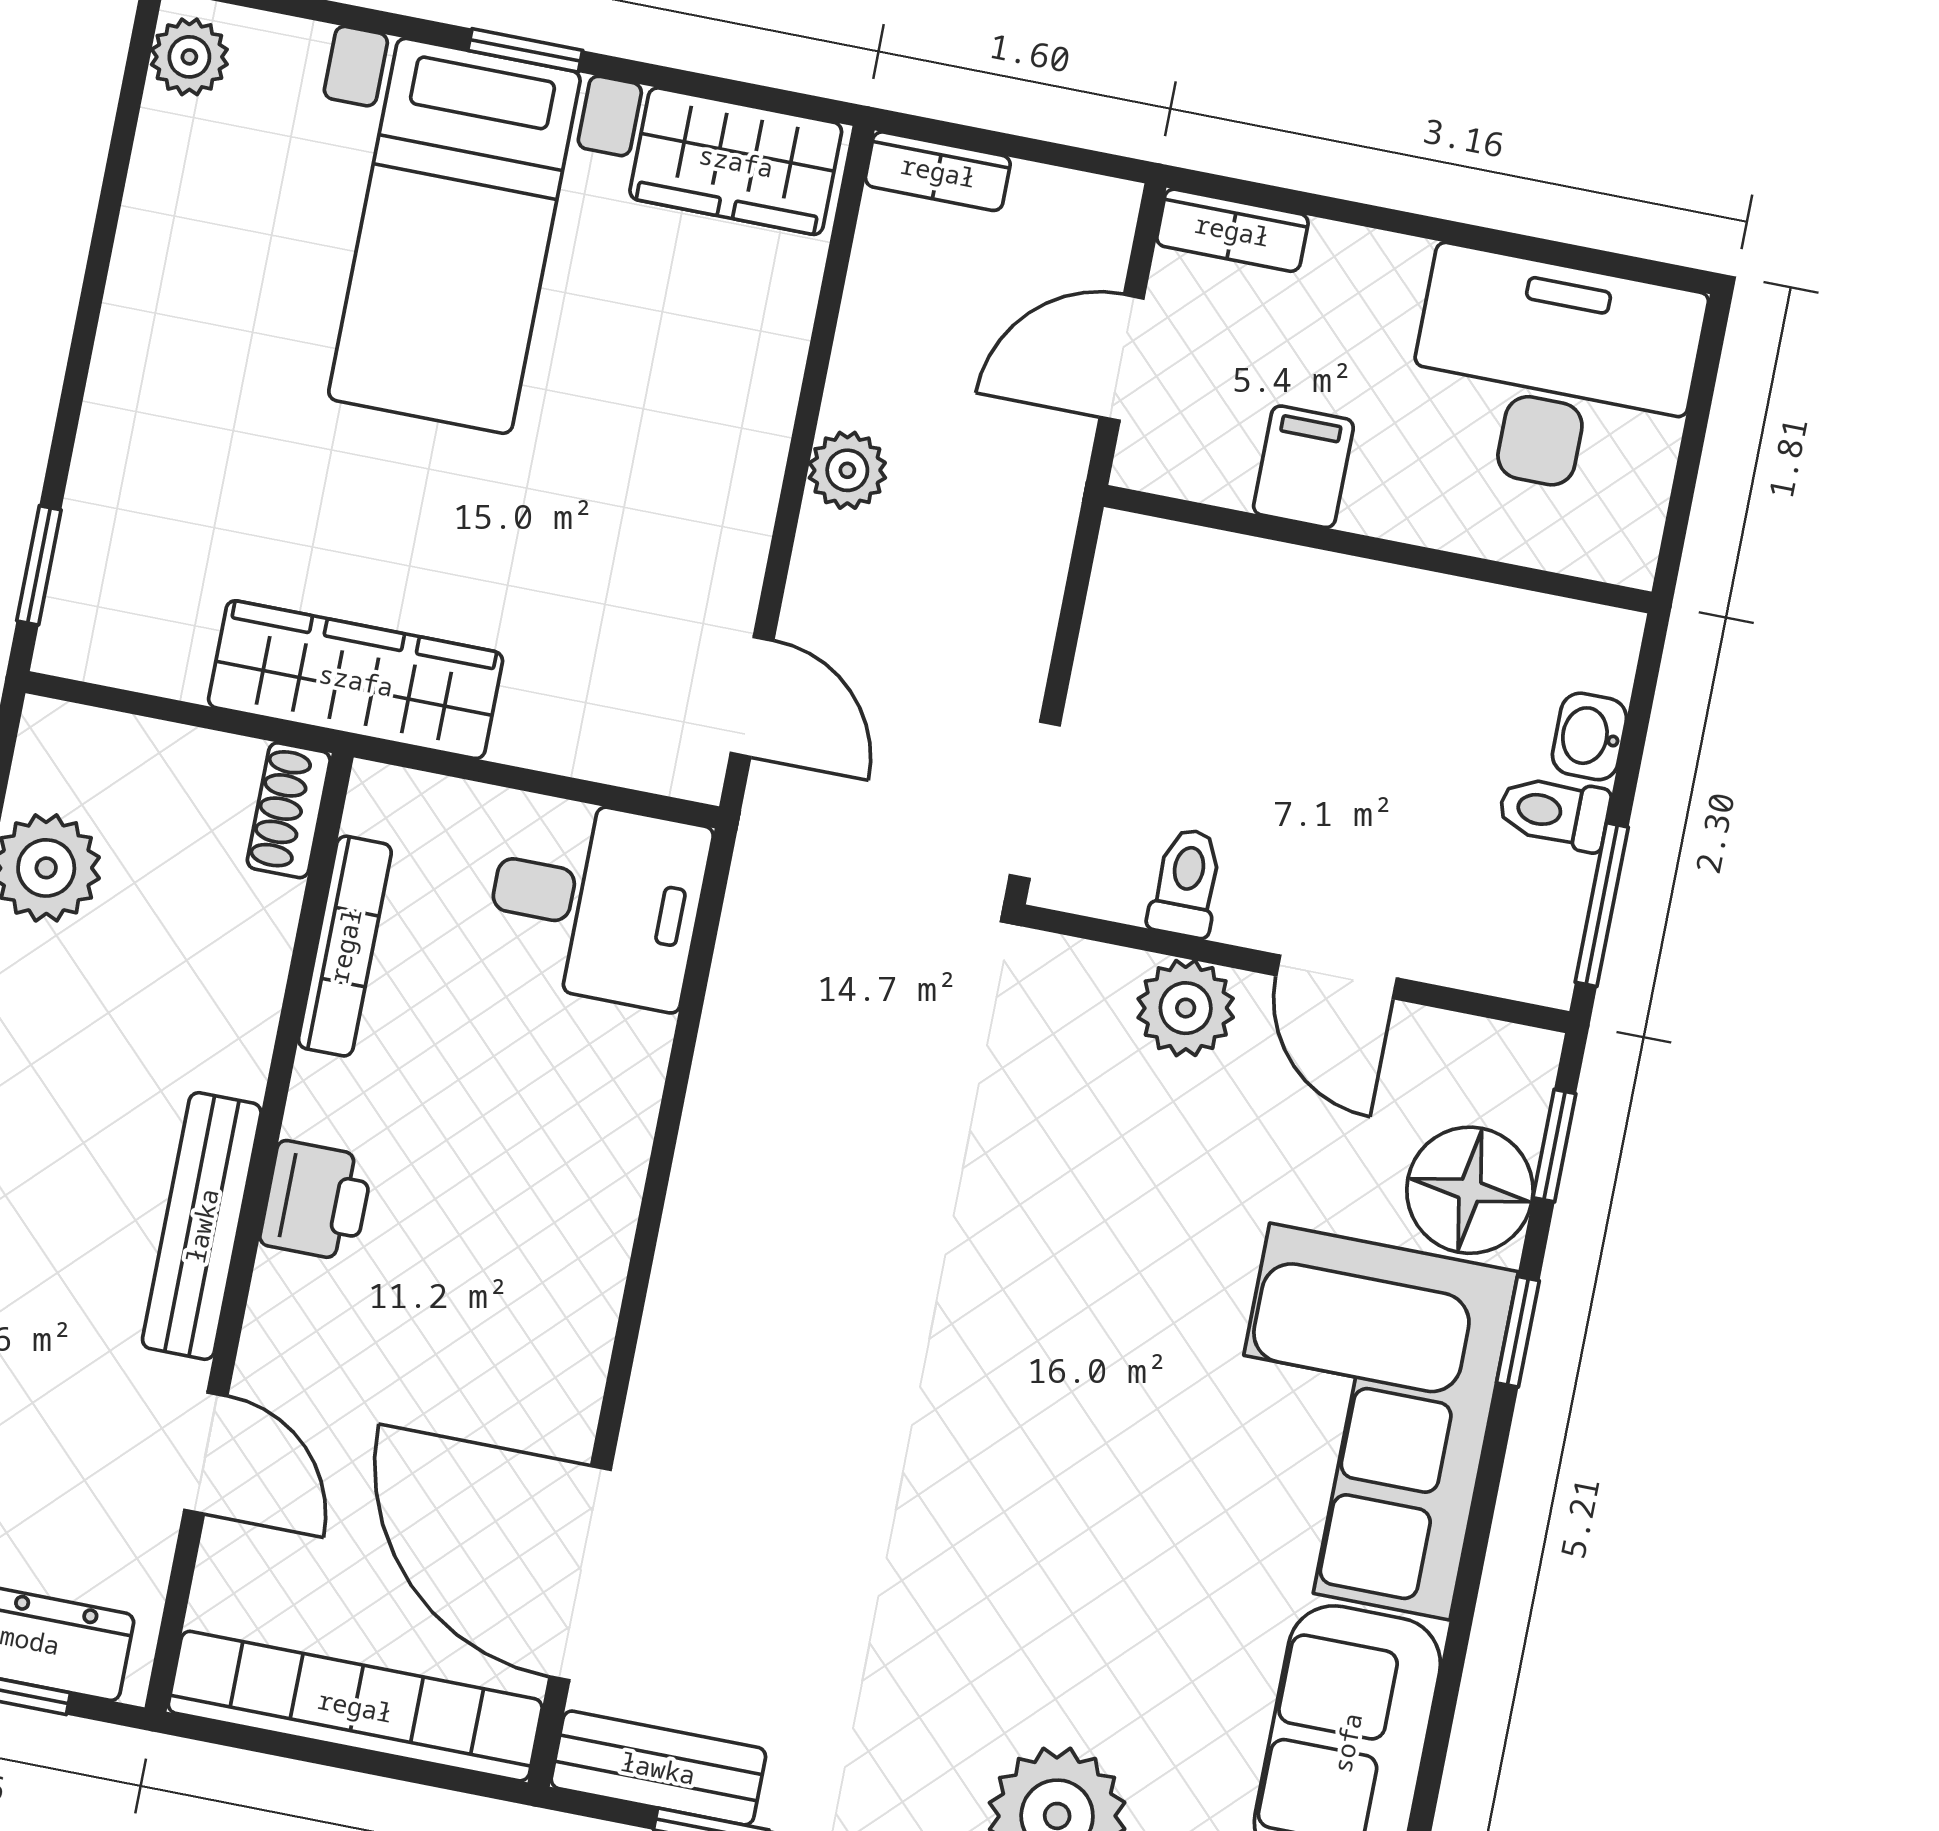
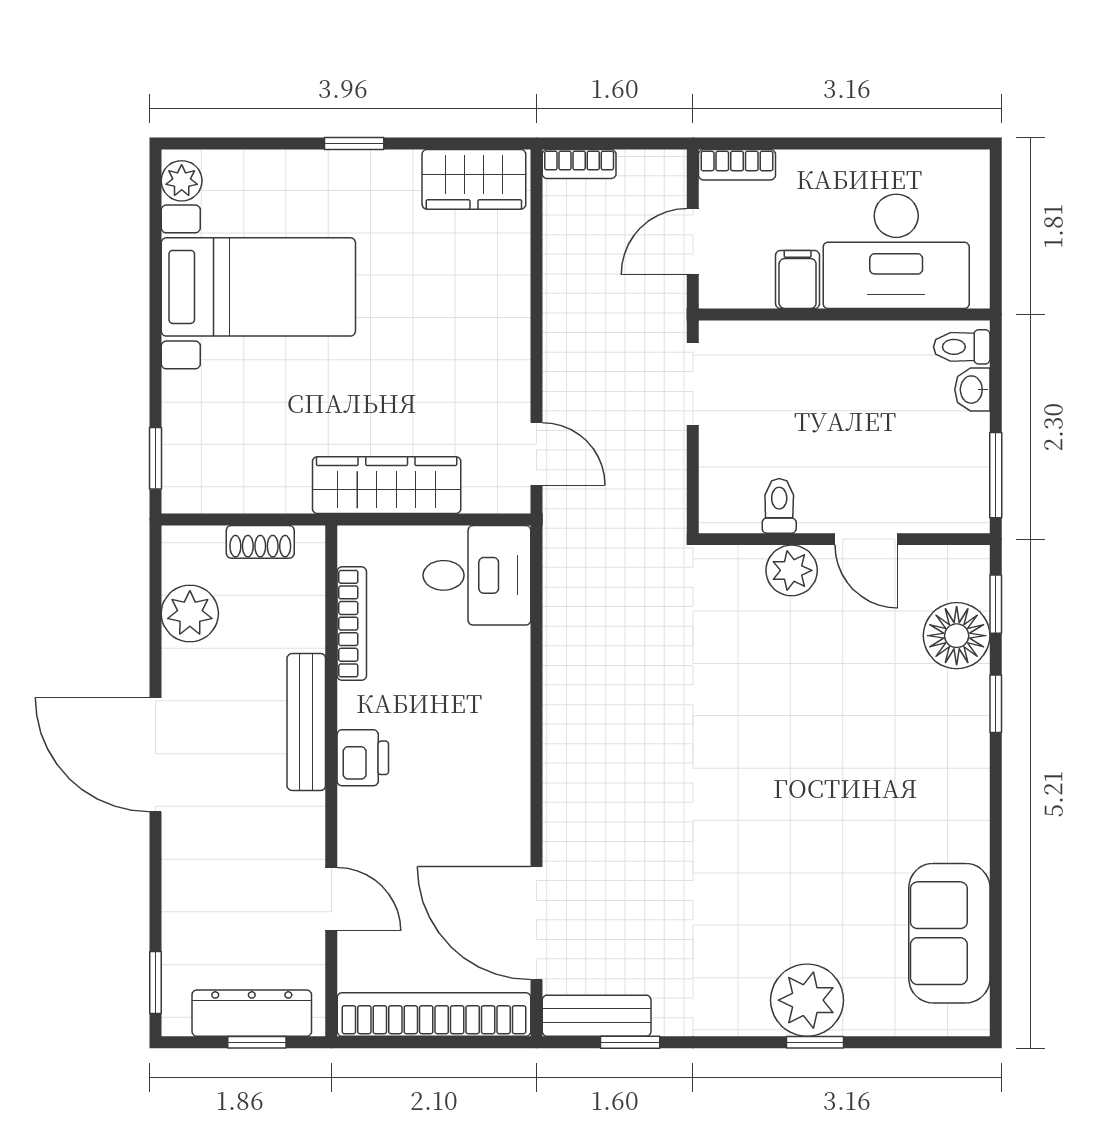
bed with nightstands: (454, 236) -> (258, 287), moved, turned -90
desk: (1553, 374) -> (896, 251), moved, turned 180
plant: (847, 470) -> (563, 327), removed
wardrobe: (356, 680) -> (387, 485), moved
doorway: (1035, 800) -> (693, 384), moved
shoe rack: (289, 810) -> (260, 542), moved, turned -90
toilet: (1554, 812) -> (962, 347), moved
bench: (202, 1226) -> (306, 722), moved
corner sofa: (1360, 1421) -> (923, 766), removed

